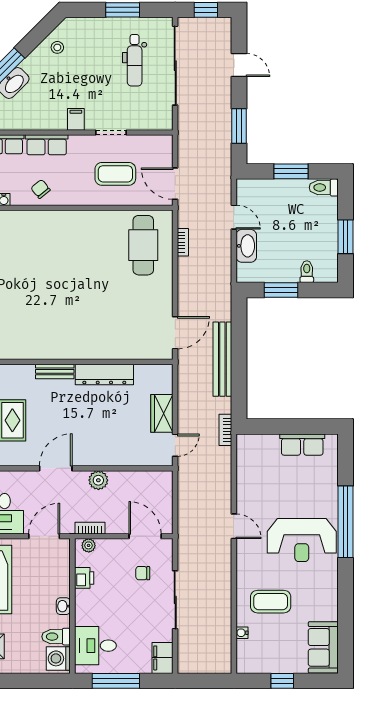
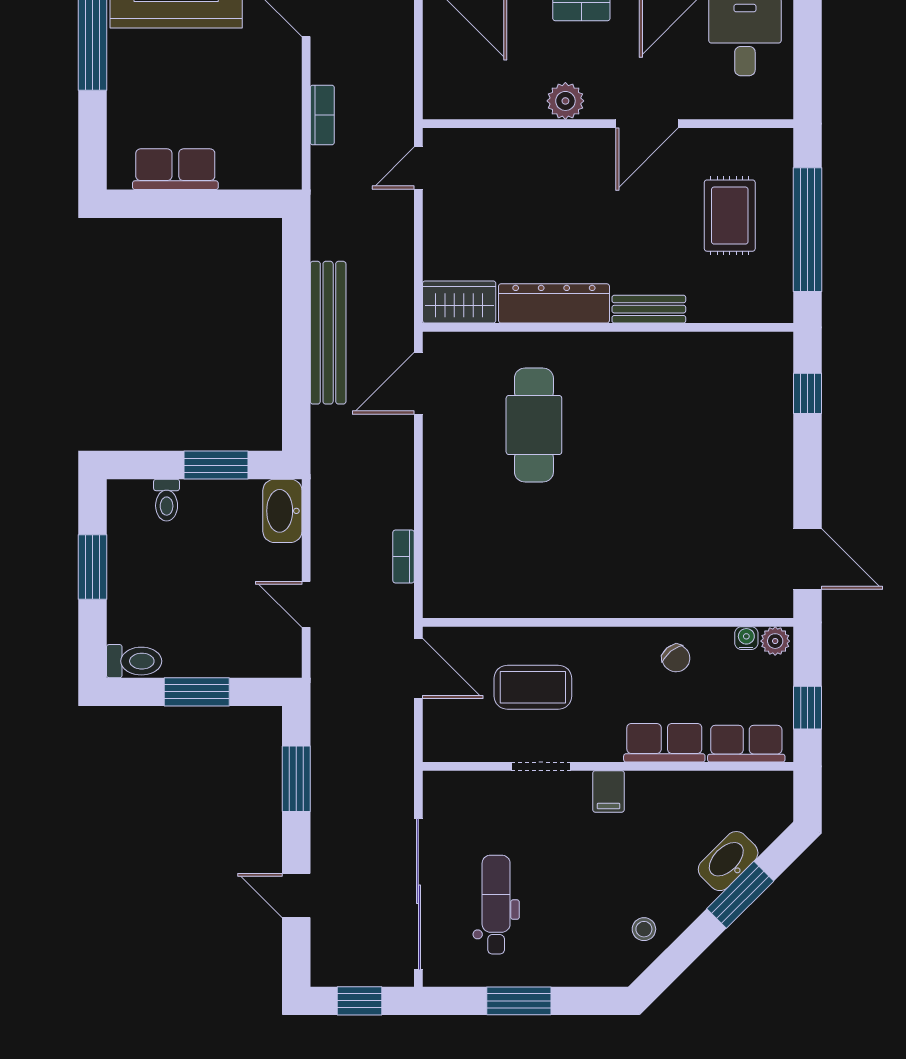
cafe table: (143, 245) -> (534, 425), moved
washbasin: (246, 246) -> (282, 511), moved
wardrobe: (162, 413) -> (459, 302), moved, turned -90
bookcase: (225, 430) -> (322, 115), moved

